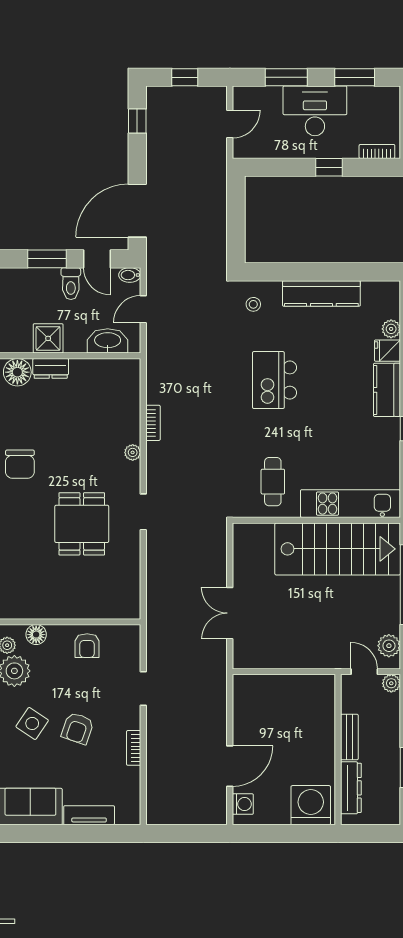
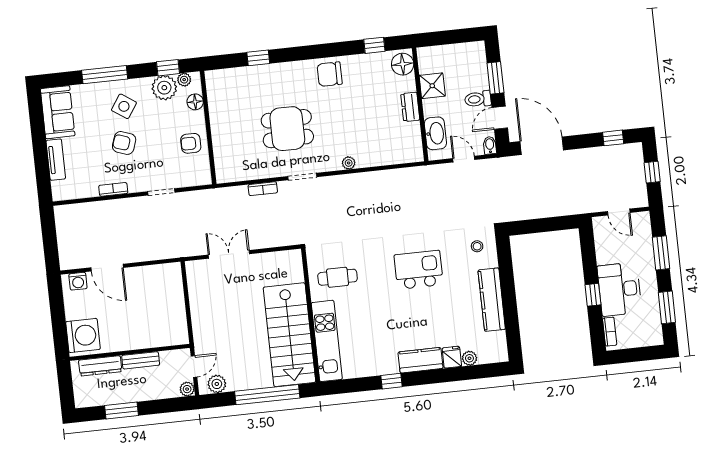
desk: (315, 111) -> (619, 289), moved, turned 180
dresser: (51, 368) -> (410, 107), moved
bookcase: (153, 423) -> (263, 189), moved

